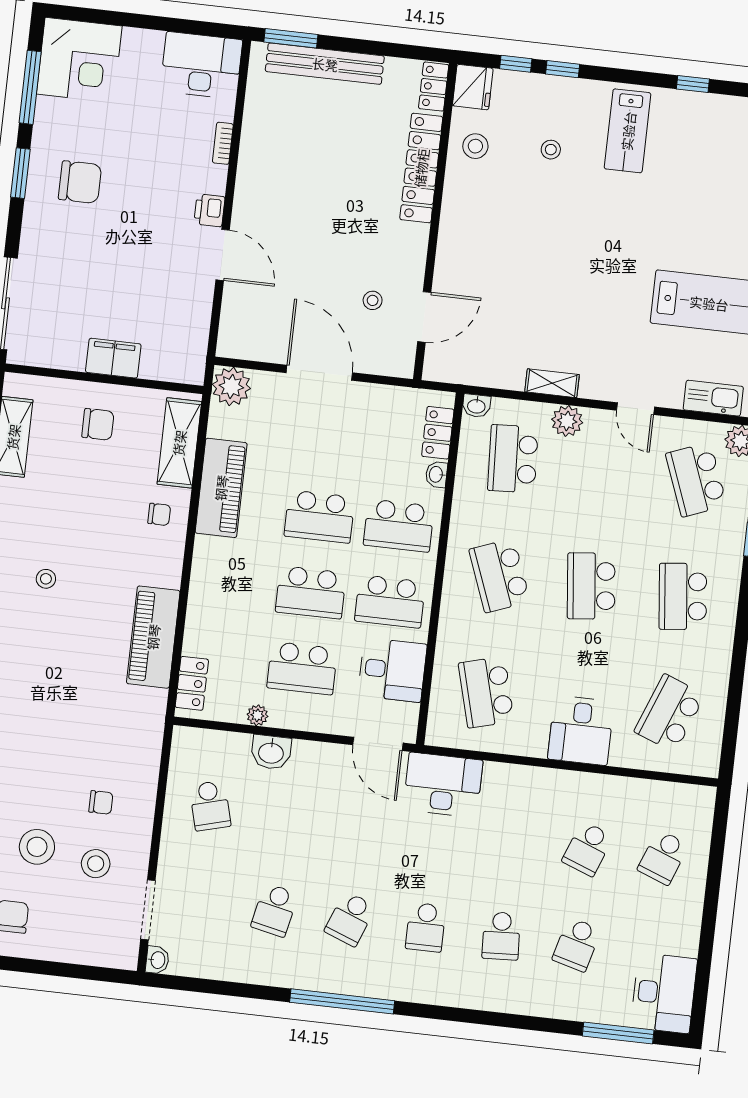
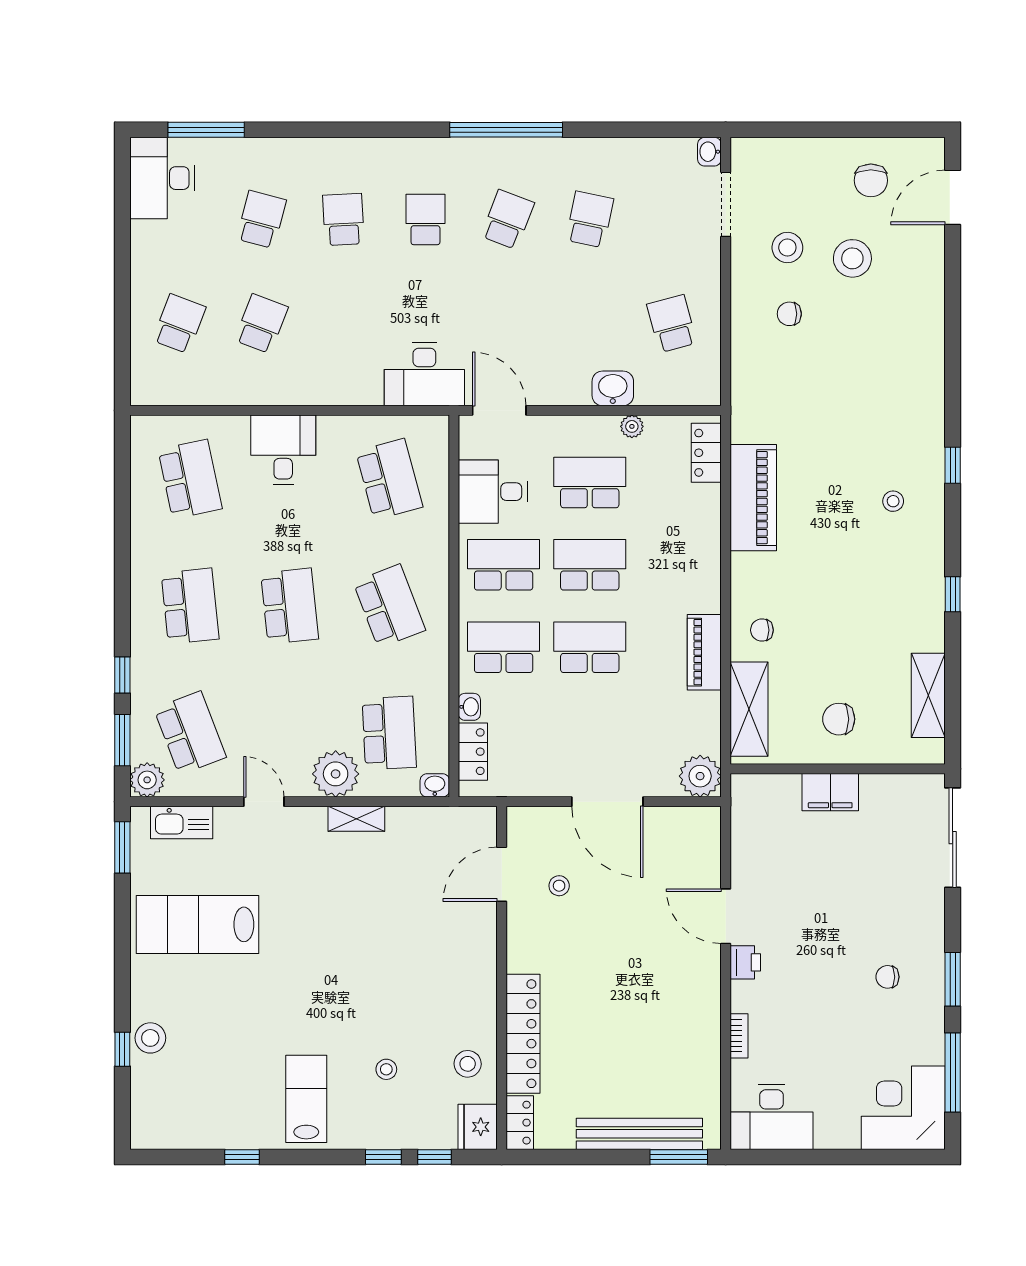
chair: (80, 182) -> (887, 977), width x0.54, depth x0.54
plant: (567, 421) -> (336, 774), width x1.36, depth x1.36
piano: (221, 488) -> (704, 652), width x0.73, depth x0.75
stool: (46, 579) -> (893, 501), moved
school desk: (670, 713) -> (190, 479), turned -33

